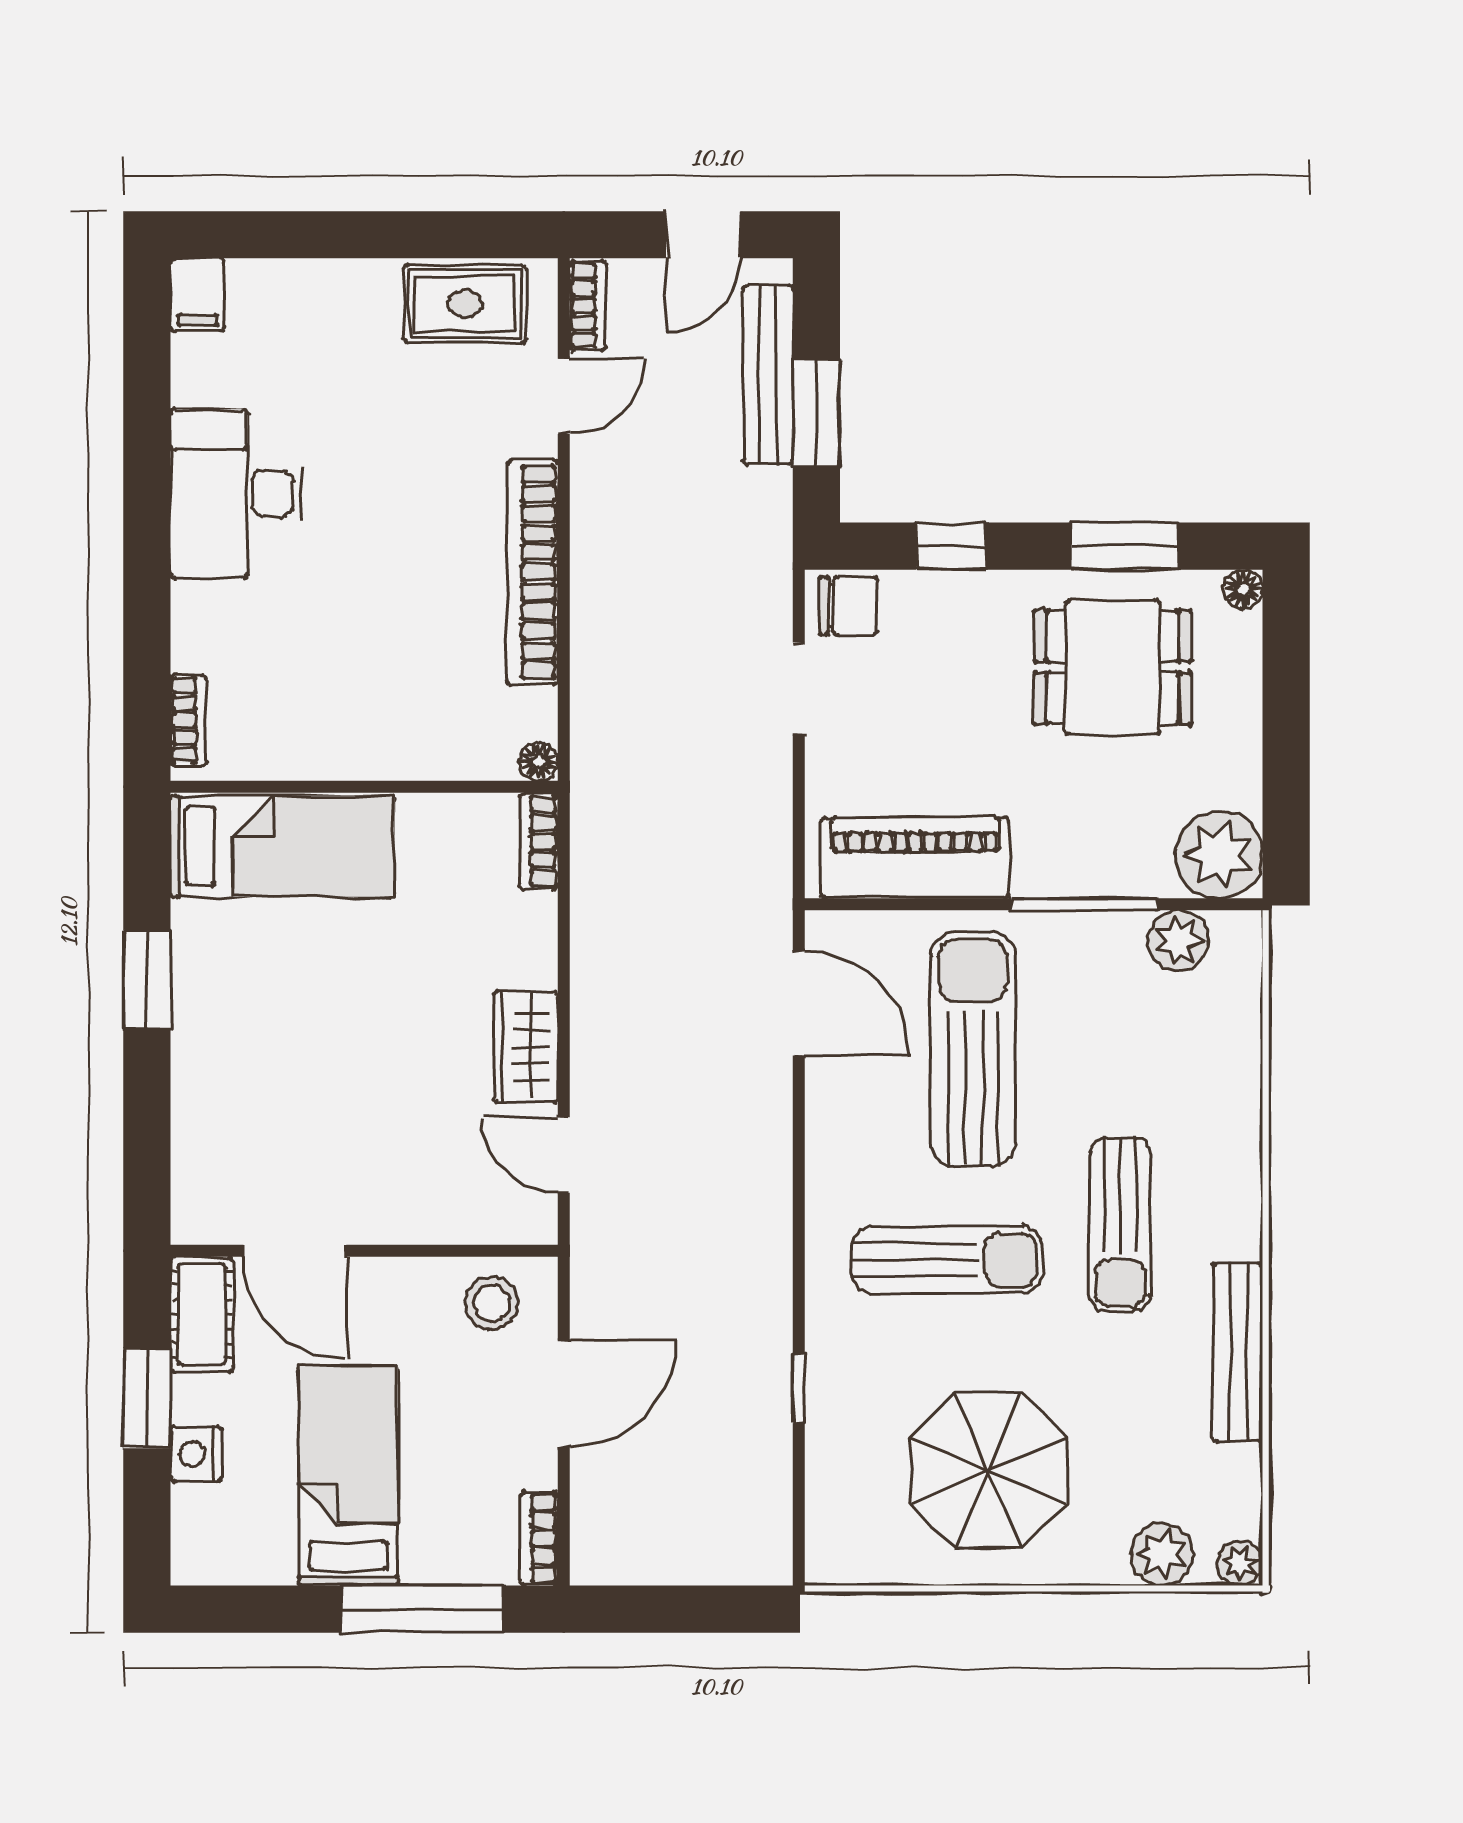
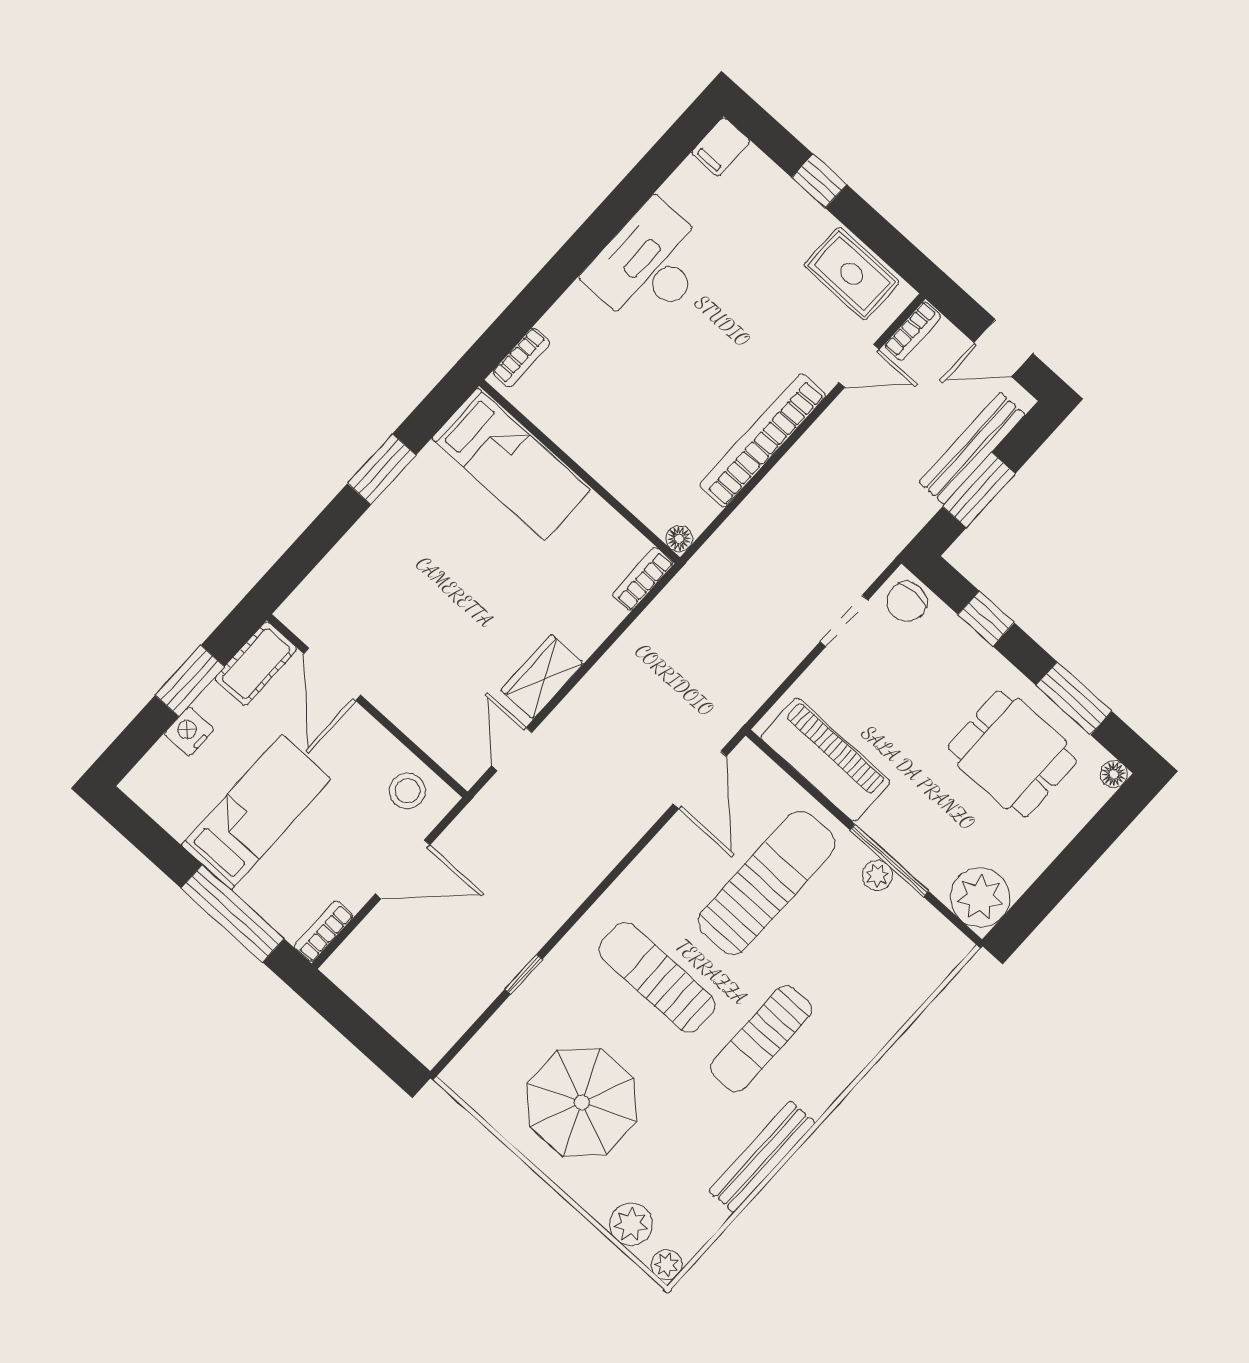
window: (338, 235) -> (819, 181), added
chair: (848, 606) -> (907, 602), turned 90
plant: (1178, 940) -> (877, 875), moved, width x0.73, depth x0.73
sun lounger: (947, 1260) -> (657, 977), turned 180

